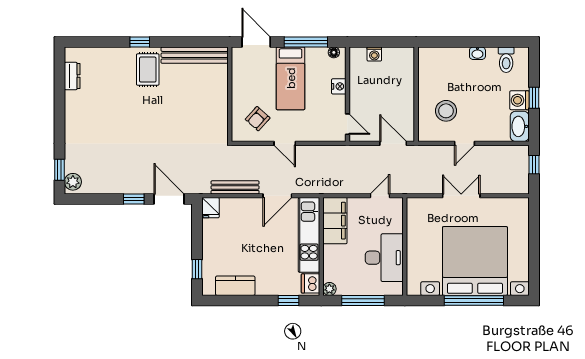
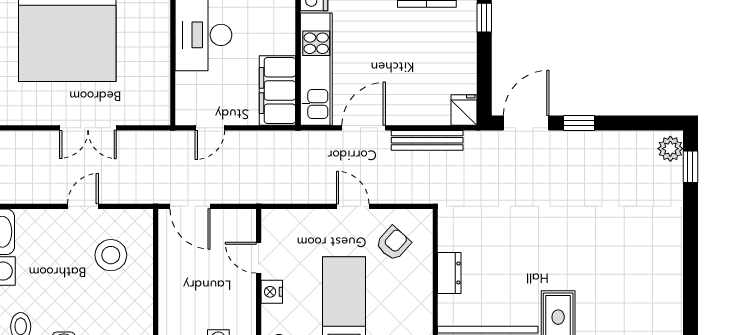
dresser: (72, 76) -> (449, 273), moved, turned 180
door: (347, 124) -> (259, 258), moved
door: (169, 199) -> (526, 123), swing flipped

